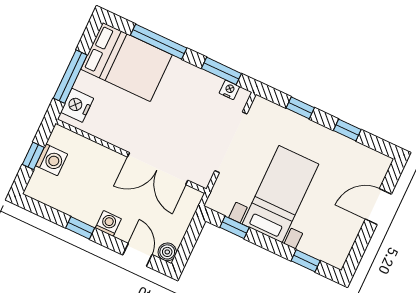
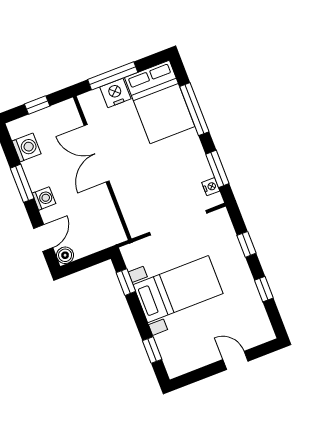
nightstand: (77, 105) -> (115, 93), moved
washing machine: (52, 160) -> (27, 147), moved, turned -90
double door: (158, 169) -> (97, 153), moved
door: (378, 207) -> (235, 360), width x0.73
window: (80, 228) -> (22, 183), width x1.50

